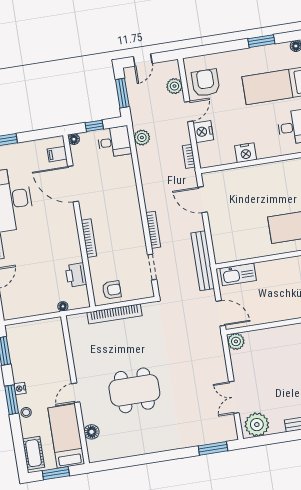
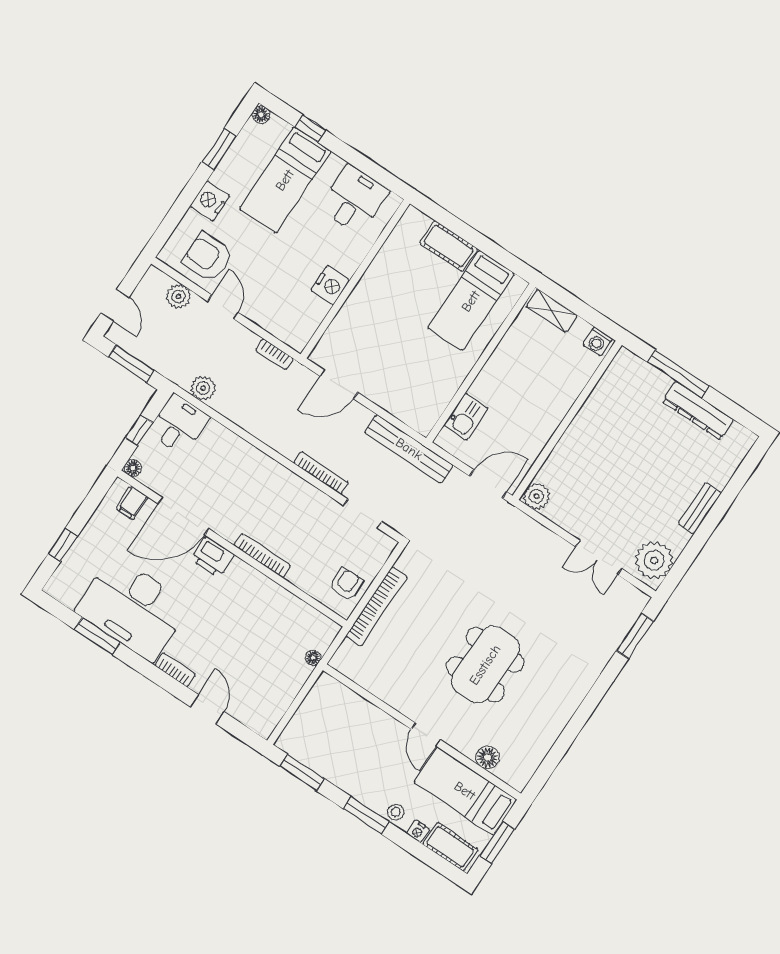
nightstand: (203, 132) -> (210, 201), moved, turned 90
kitchen sink: (238, 274) -> (466, 417), width x0.73
printer: (76, 275) -> (212, 557), moved
nightstand: (20, 389) -> (418, 831), moved

